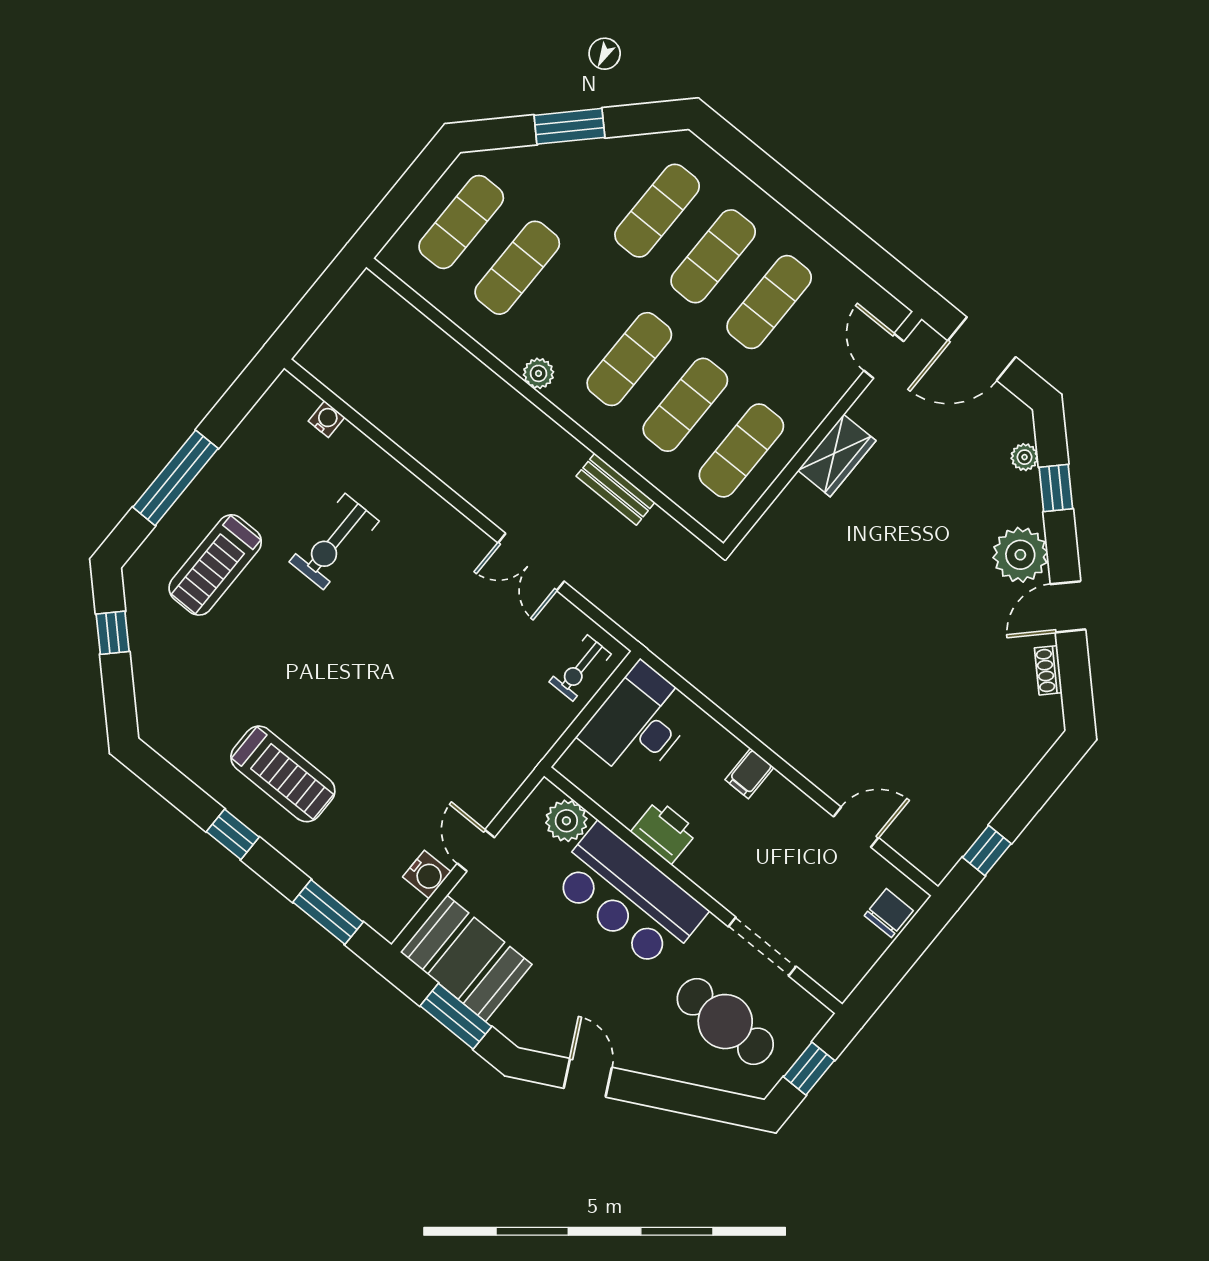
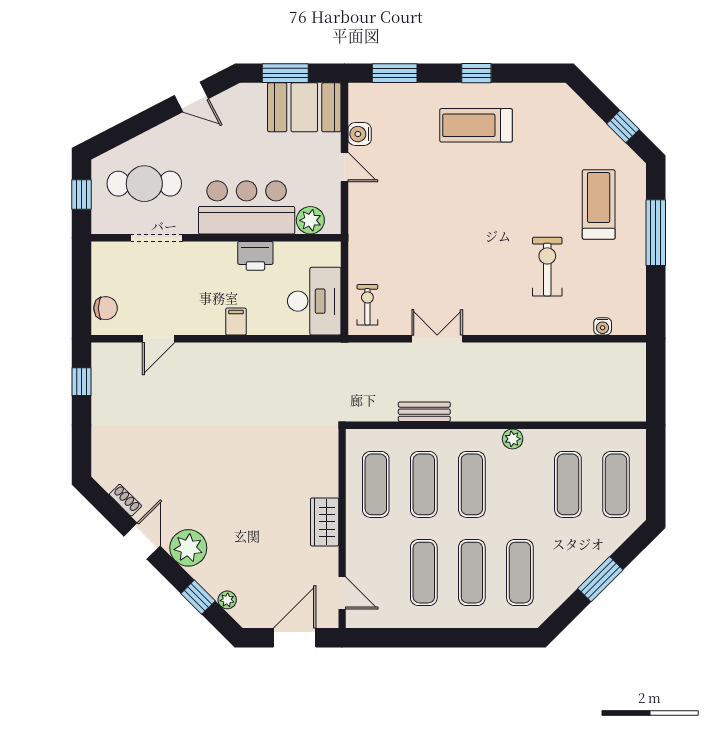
chair: (889, 913) -> (106, 308), turned -90

